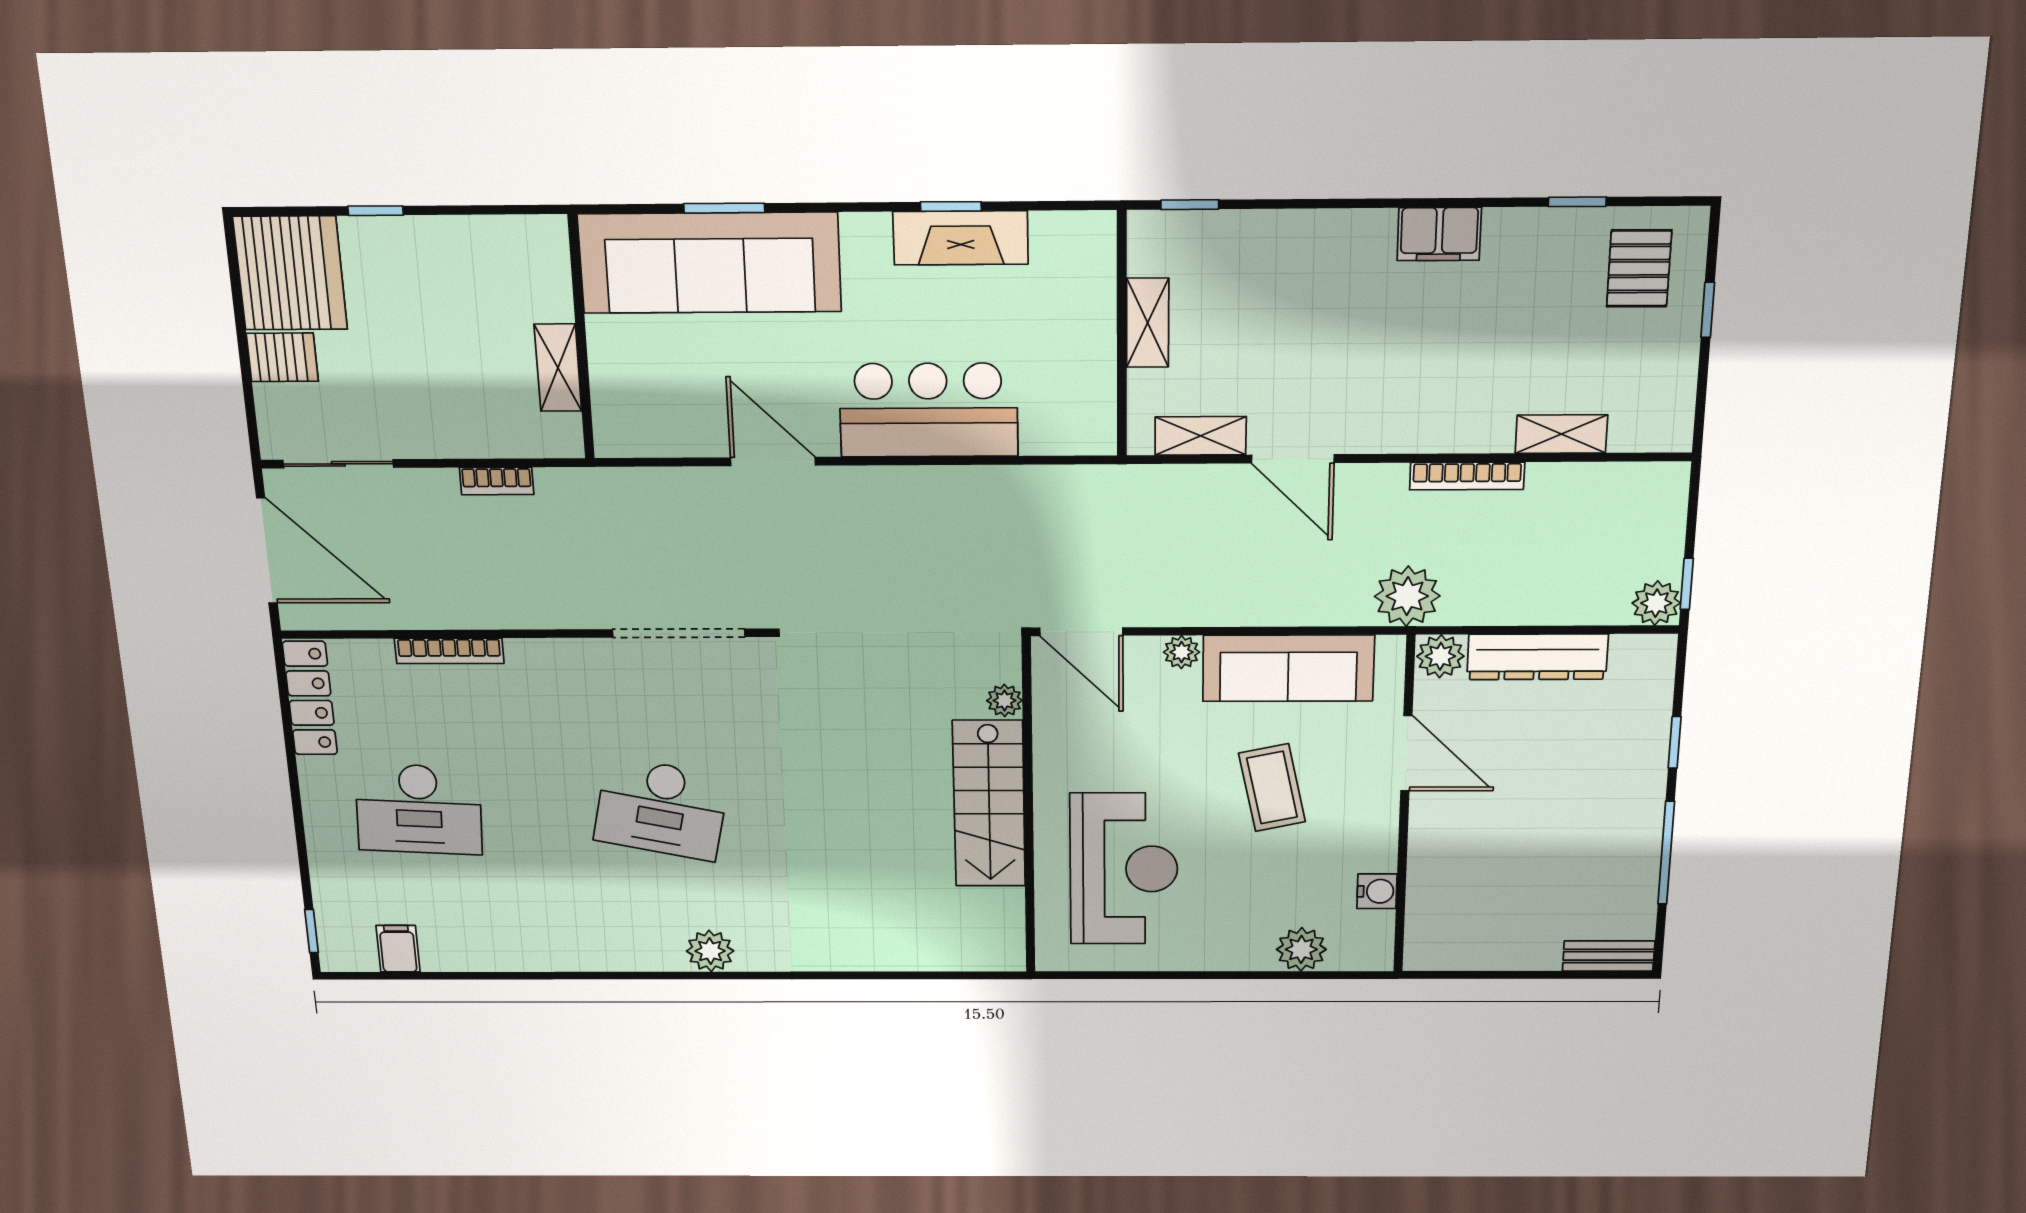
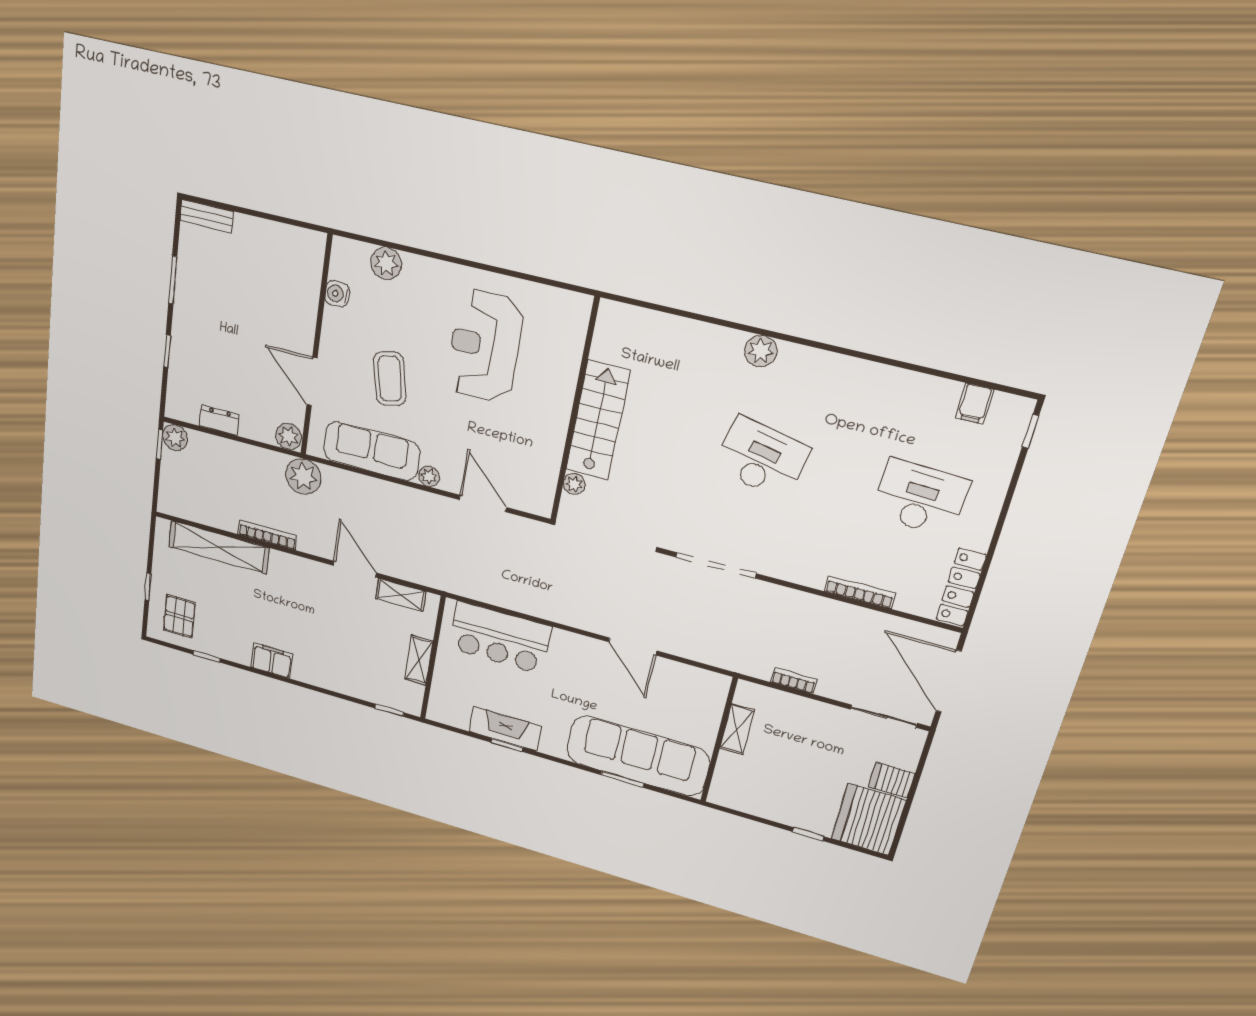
bar counter: (929, 410) -> (500, 638), moved
shelving: (1561, 434) -> (219, 547), width x2.20, depth x1.33
dresser: (1537, 657) -> (219, 420), width x0.51, depth x0.80
plant: (1005, 700) -> (574, 484), moved
stairs: (989, 804) -> (598, 420), moved
wall: (1028, 808) -> (575, 412), moved
window: (1666, 853) -> (173, 280), width x0.69

